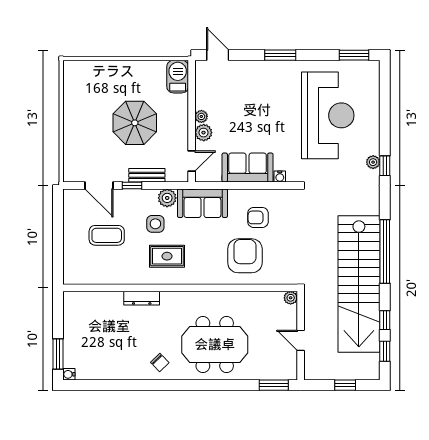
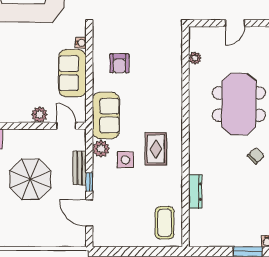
plant: (201, 116) -> (24, 117), removed
door: (99, 186) -> (89, 213), swing flipped
coffee table: (107, 235) -> (165, 223), moved
armchair: (245, 256) -> (155, 76), removed
dresser: (142, 298) -> (195, 192), moved
plant: (291, 298) -> (195, 58), moved

